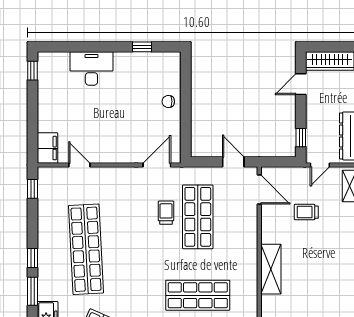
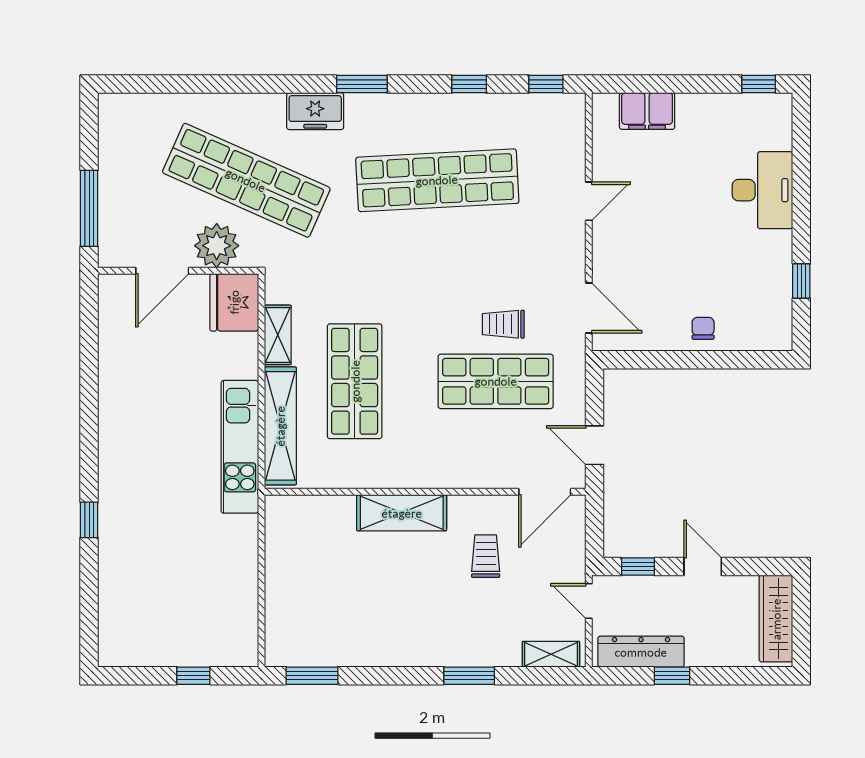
door: (301, 84) -> (703, 567), moved
filing cabinet: (48, 148) -> (647, 111), moved
door: (233, 162) -> (595, 445), swing flipped
door: (79, 165) -> (589, 201), moved
trolley: (306, 212) -> (486, 556), moved
trolley: (166, 213) -> (503, 324), turned 180
window: (32, 258) -> (469, 84), moved

